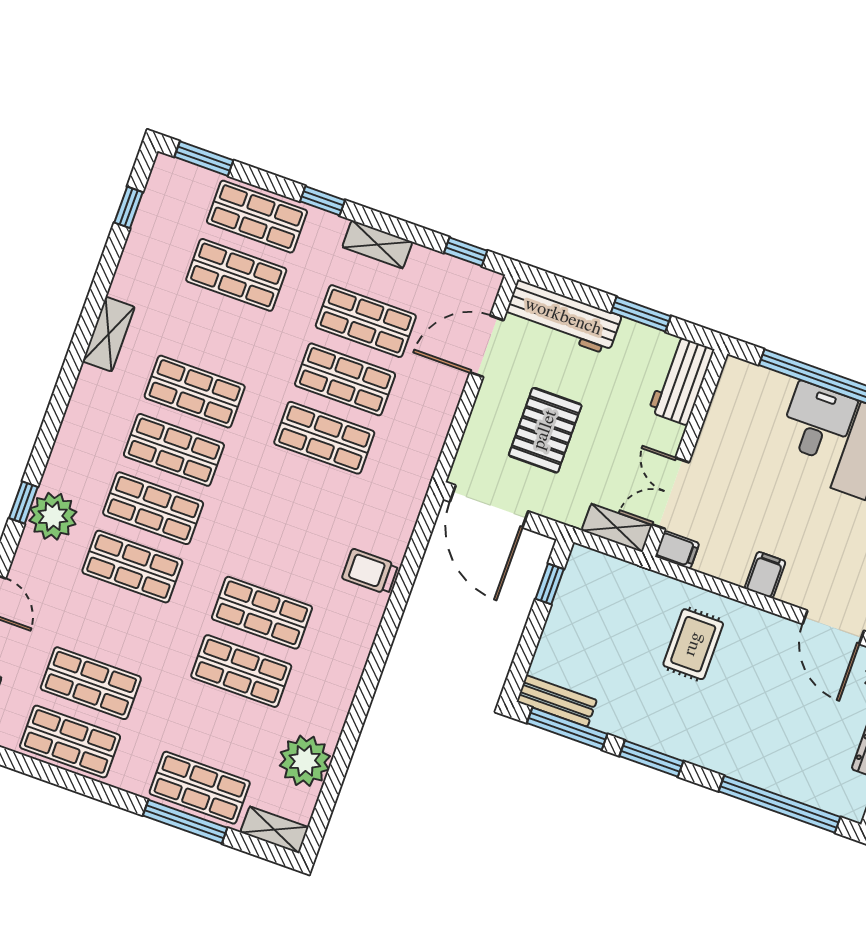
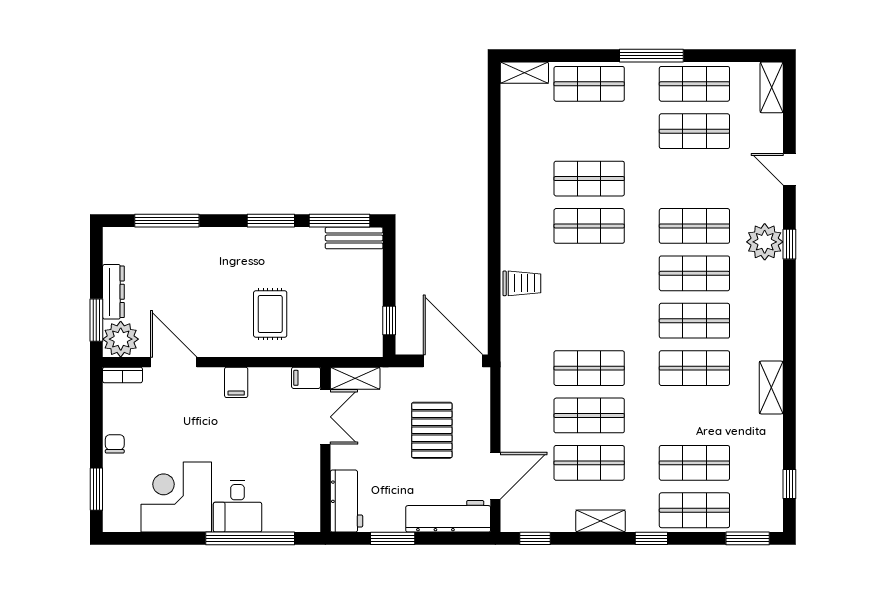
plant: (305, 761) -> (520, 130), removed
window: (780, 804) -> (167, 221), width x0.68
window: (185, 822) -> (651, 56), moved

